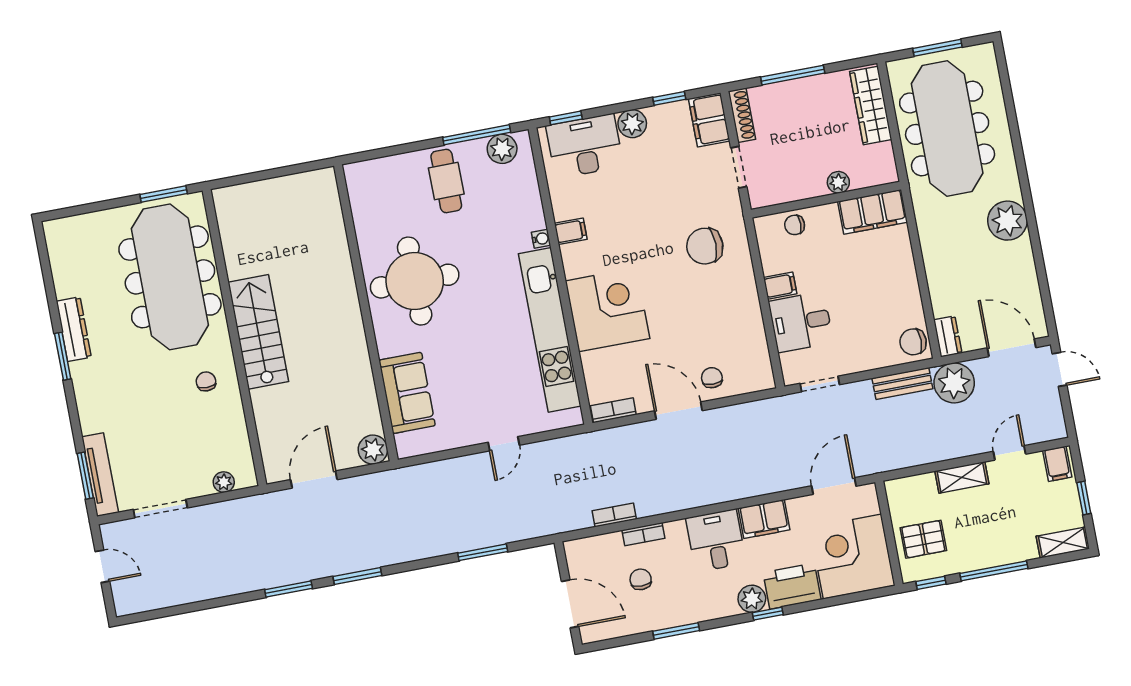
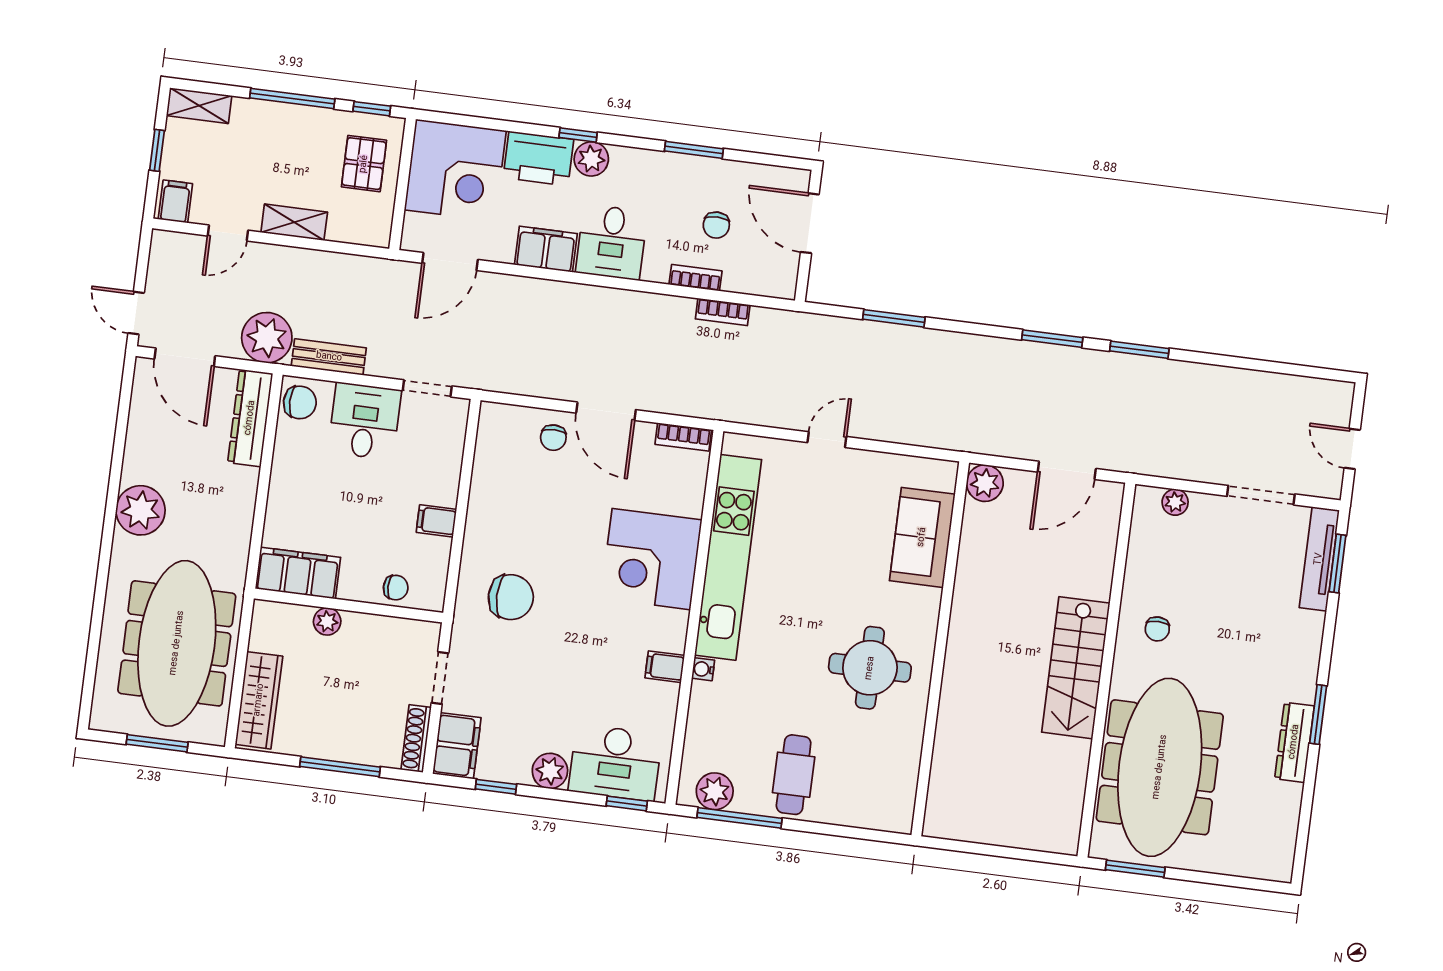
round table: (415, 281) -> (870, 668), width x0.73, depth x0.73
desk: (801, 322) -> (365, 421), moved, turned -90
dresser: (948, 336) -> (250, 418), width x1.96, depth x1.24
pallet: (923, 539) -> (364, 164), turned 90

